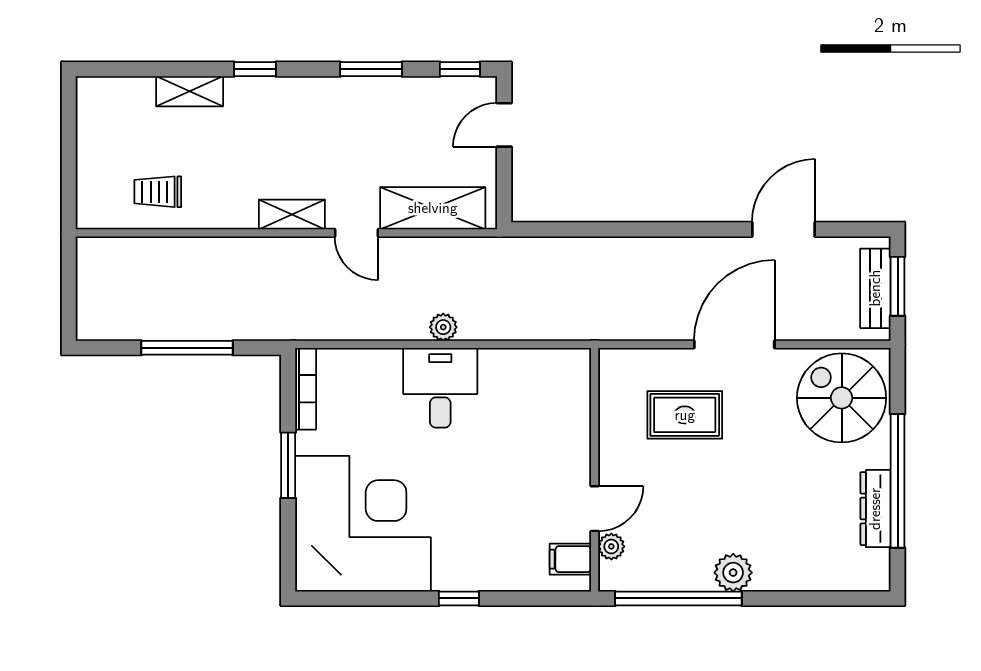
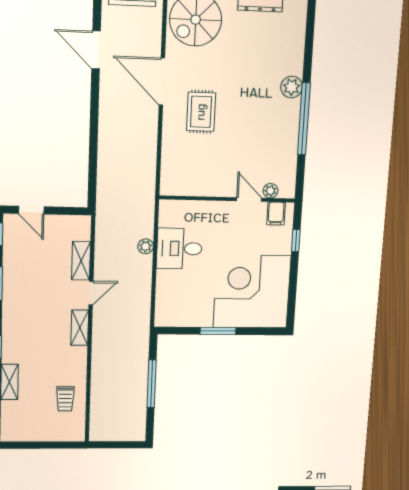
shelving: (433, 208) -> (81, 261), width x0.67, depth x0.75
bookcase: (306, 389) -> (177, 321), removed
wall: (595, 470) -> (227, 199), moved
door: (595, 509) -> (249, 200), moved
plant: (611, 546) -> (271, 191), moved
filing cabinet: (570, 559) -> (276, 214), moved

